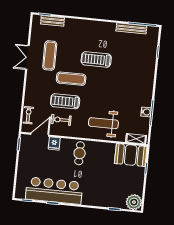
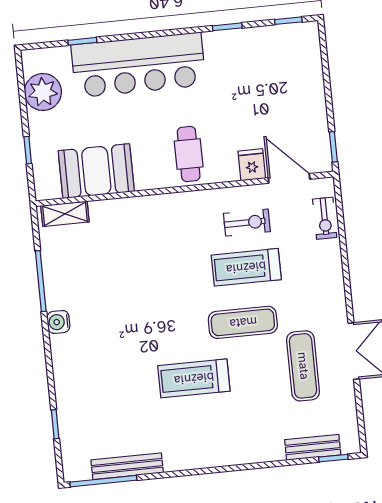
treadmill: (96, 59) -> (194, 378), turned 180
treadmill: (65, 101) -> (246, 267), turned 180
water cooler: (146, 112) -> (58, 322), moved
weight bench: (103, 123) -> (147, 235), removed
door: (40, 135) -> (289, 178), swing flipped
booth: (131, 155) -> (96, 171), moved
bar counter: (54, 191) -> (138, 65), moved
plant: (134, 202) -> (43, 92), moved

